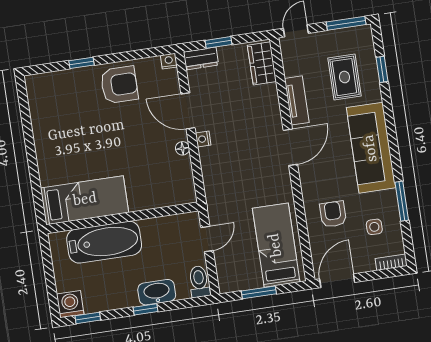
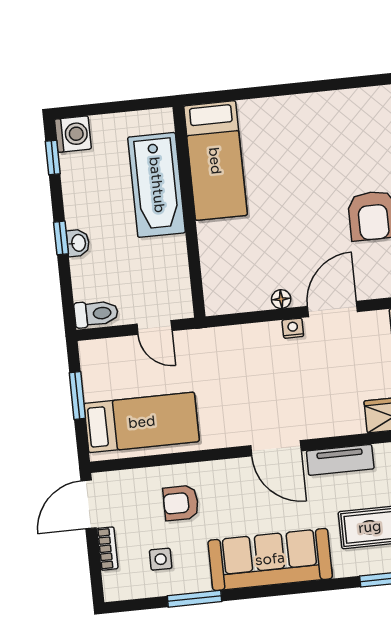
armchair: (333, 214) -> (181, 503), turned 180
bookcase: (391, 262) -> (107, 549), moved
door: (337, 281) -> (89, 504), swing flipped
washbasin: (157, 292) -> (78, 243), width x0.52, depth x0.69

